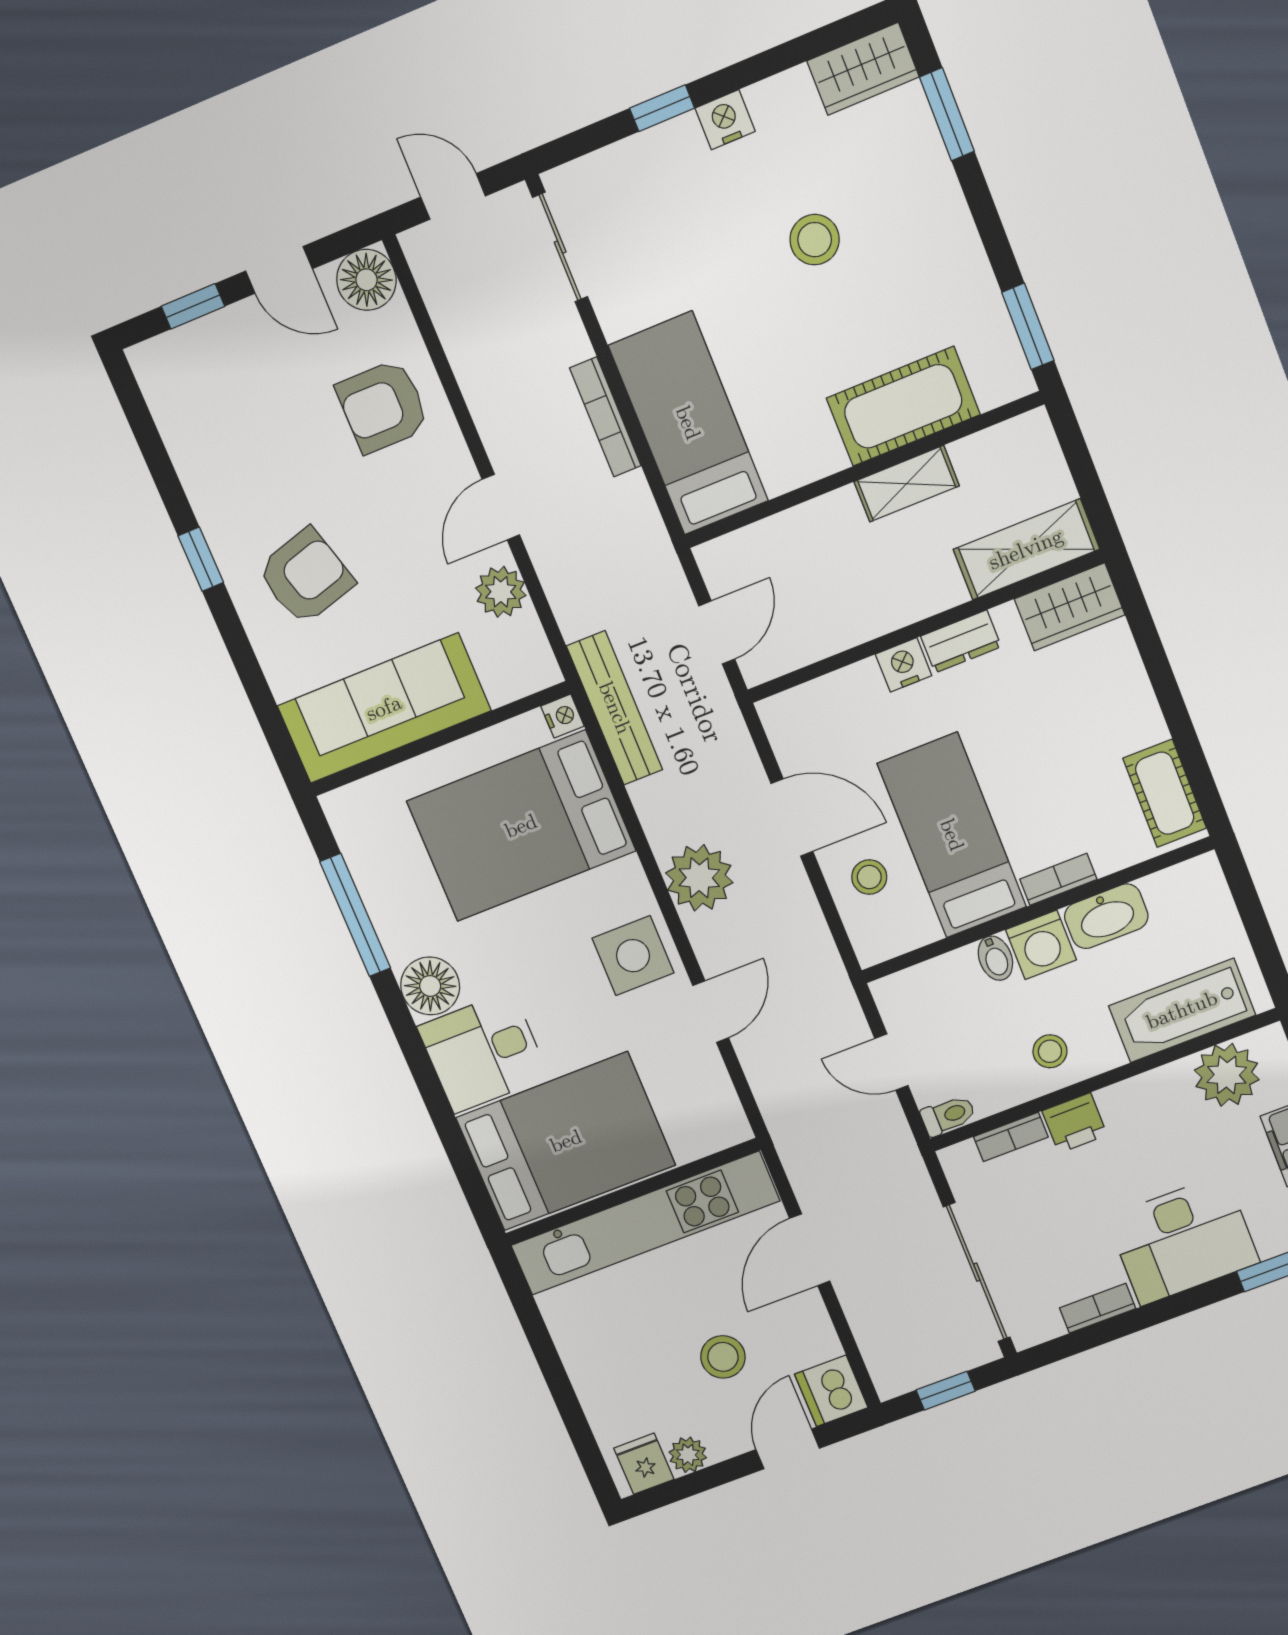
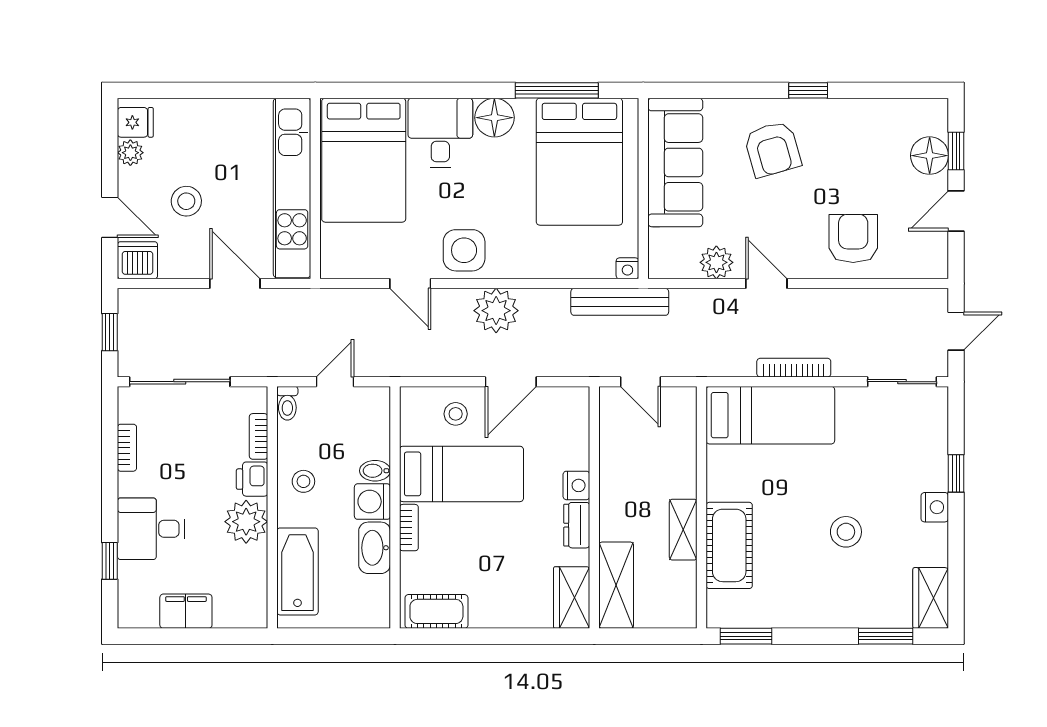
floor lamp: (366, 280) -> (930, 156), moved
bed: (521, 826) -> (579, 162), moved, turned 180
plant: (1227, 1075) -> (246, 522), moved
desk: (1183, 1240) -> (151, 529), width x0.73

